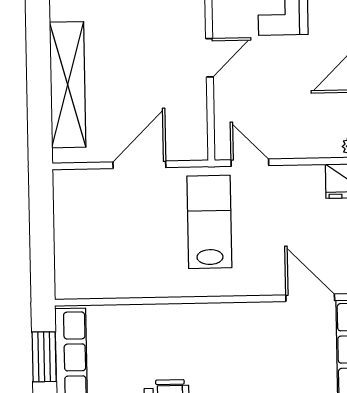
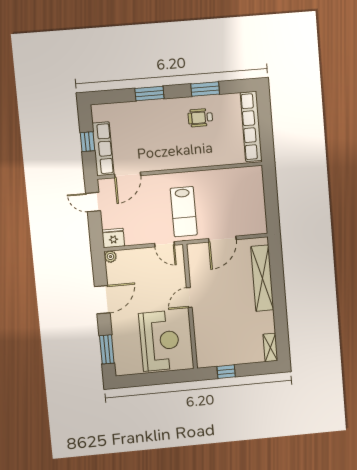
door: (310, 298) -> (128, 175), hinge flipped
window: (44, 357) -> (266, 135), removed

